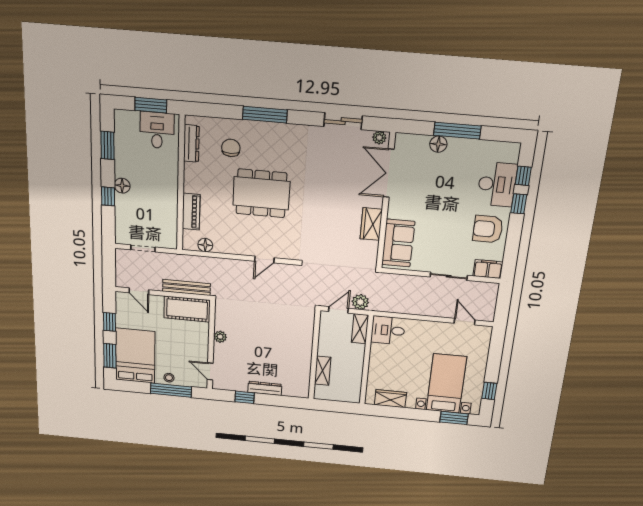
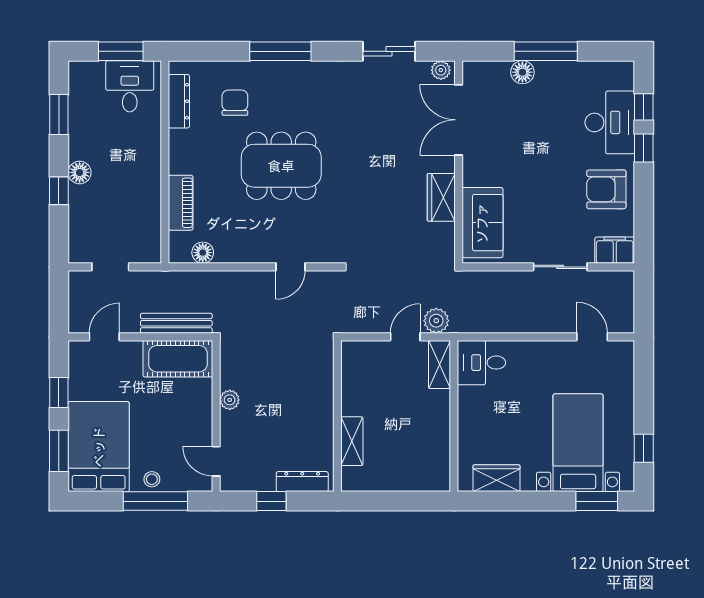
door: (139, 291) -> (104, 337), swing flipped
wall: (314, 355) -> (337, 416), moved
shelving: (323, 371) -> (352, 441), moved

